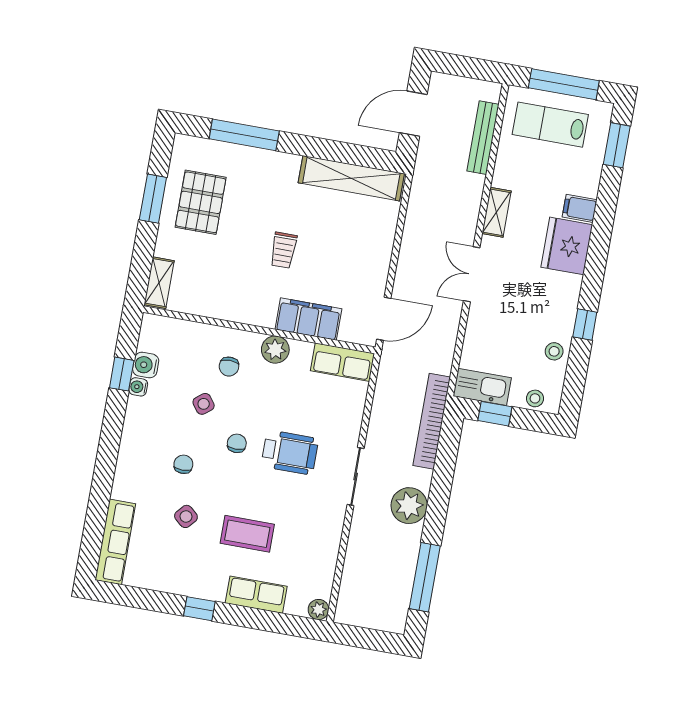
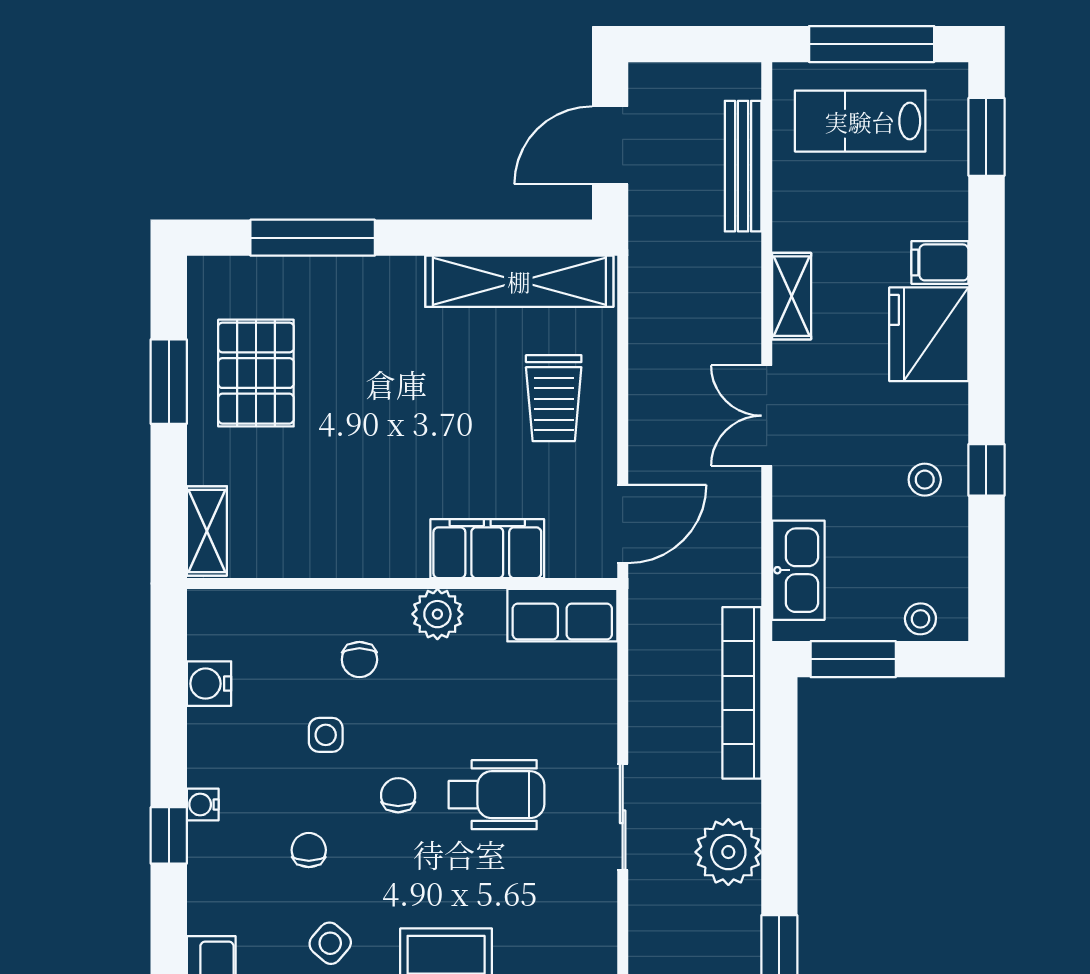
trolley: (284, 250) -> (554, 398), moved, width x1.36, depth x1.39
stool: (554, 351) -> (925, 480), moved
window: (122, 374) -> (169, 835), moved
water cooler: (138, 387) -> (203, 804), moved
kitchen sink: (482, 387) -> (798, 570), moved, turned 90
side table: (204, 404) -> (326, 735), turned 37
window: (495, 414) -> (853, 659), width x1.50

